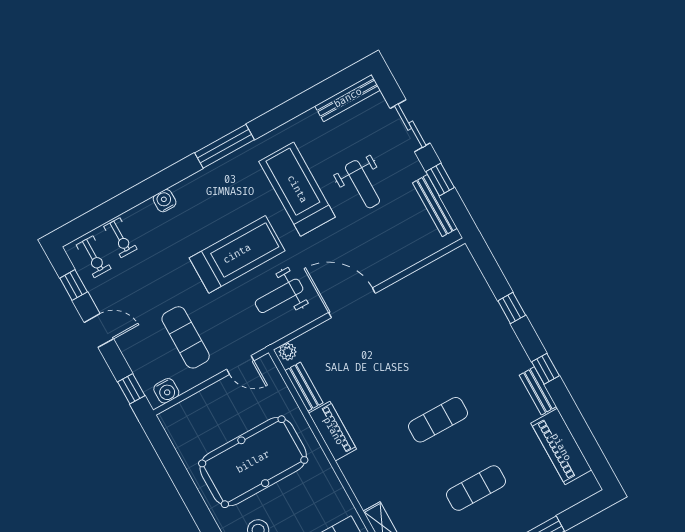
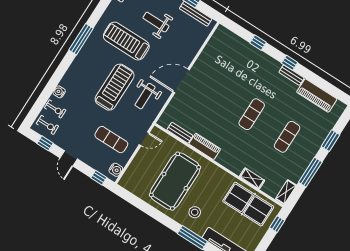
weight bench: (362, 184) -> (156, 22), turned 180
water cooler: (165, 201) -> (59, 92), moved
door: (99, 331) -> (69, 158), swing flipped
plant: (288, 352) -> (163, 120), removed

